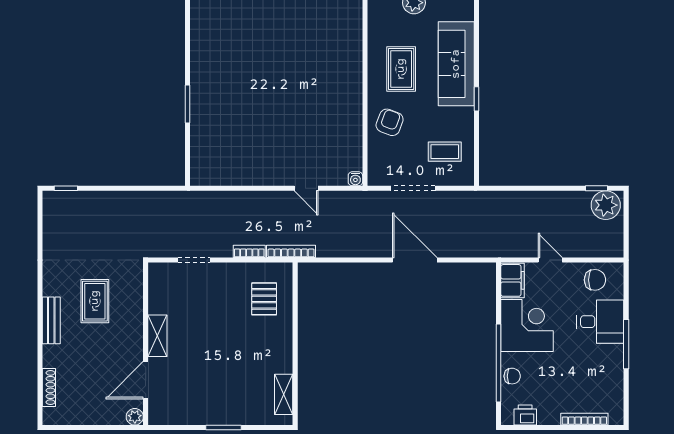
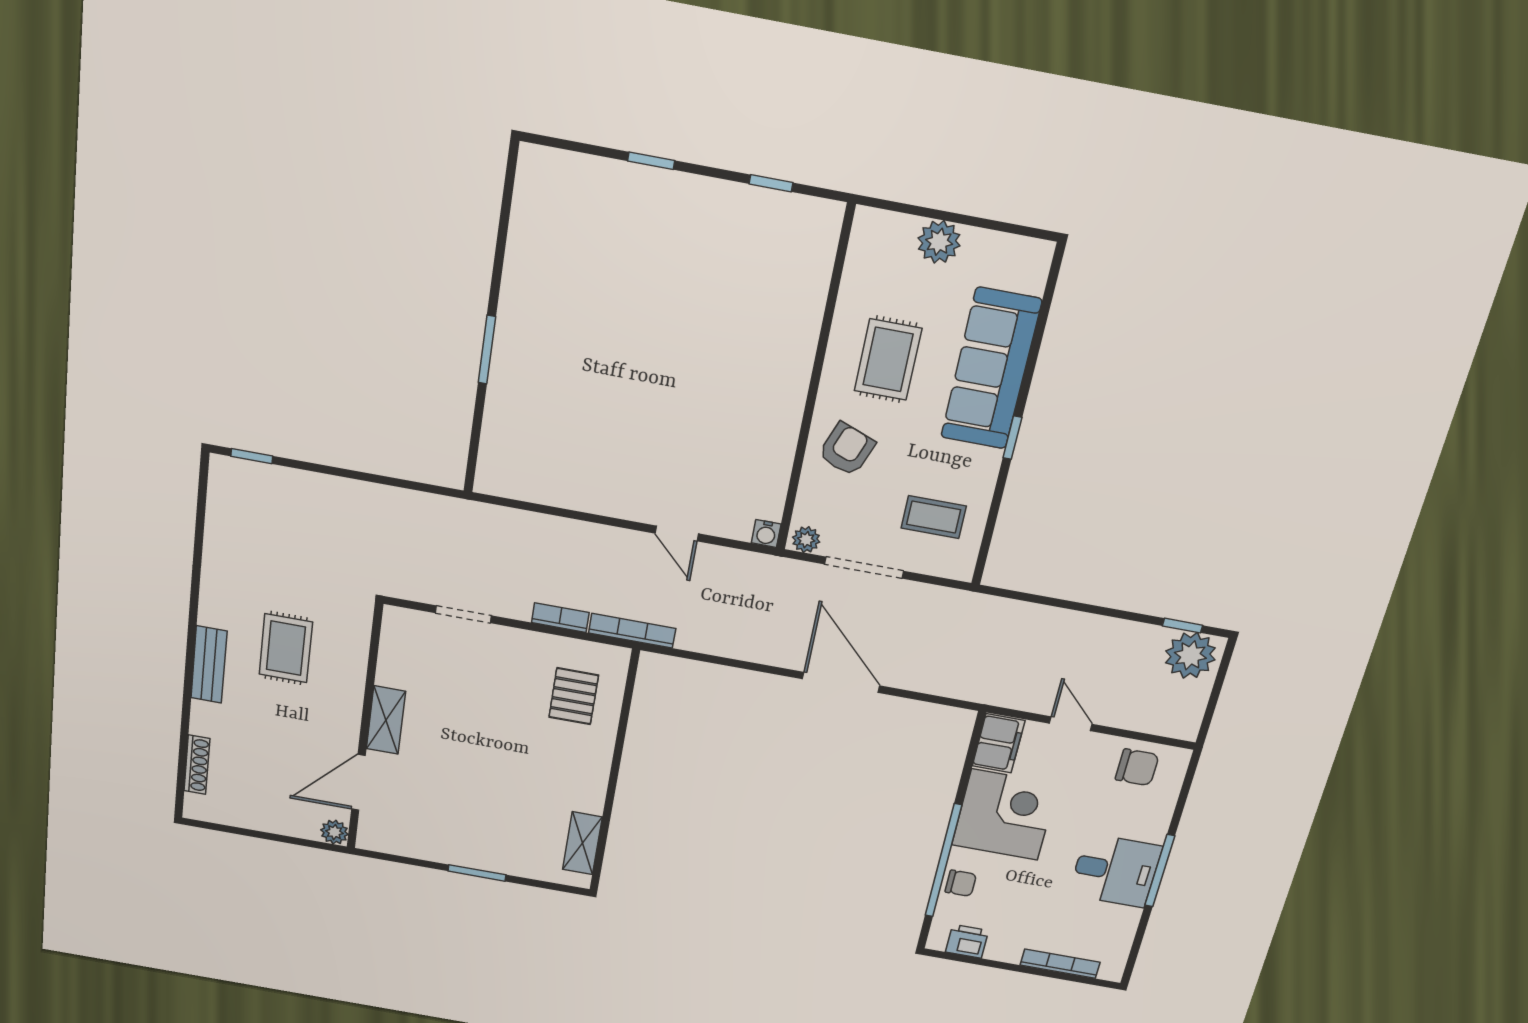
plant: (378, 178) -> (806, 540), added
desk: (600, 322) -> (1115, 871), moved

